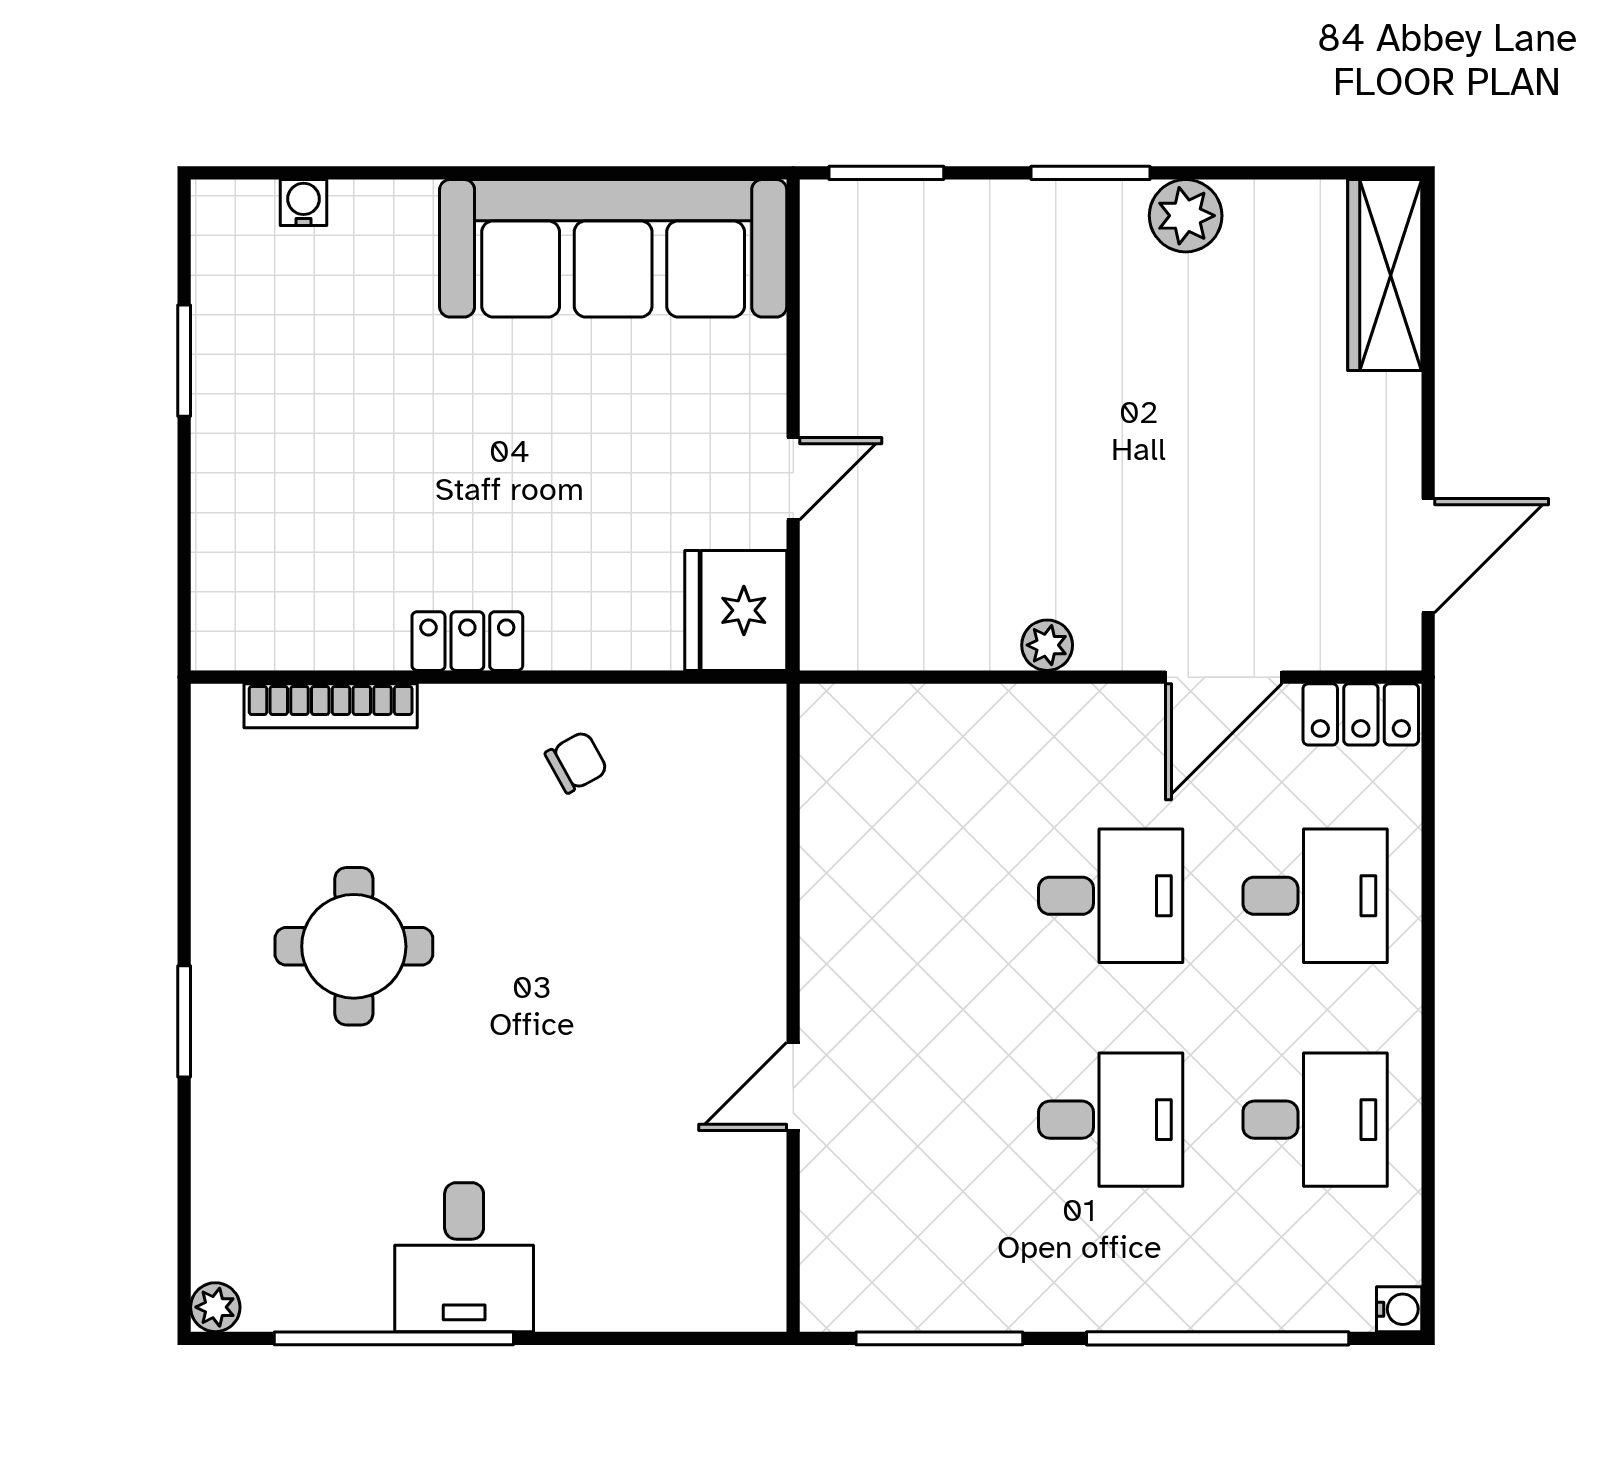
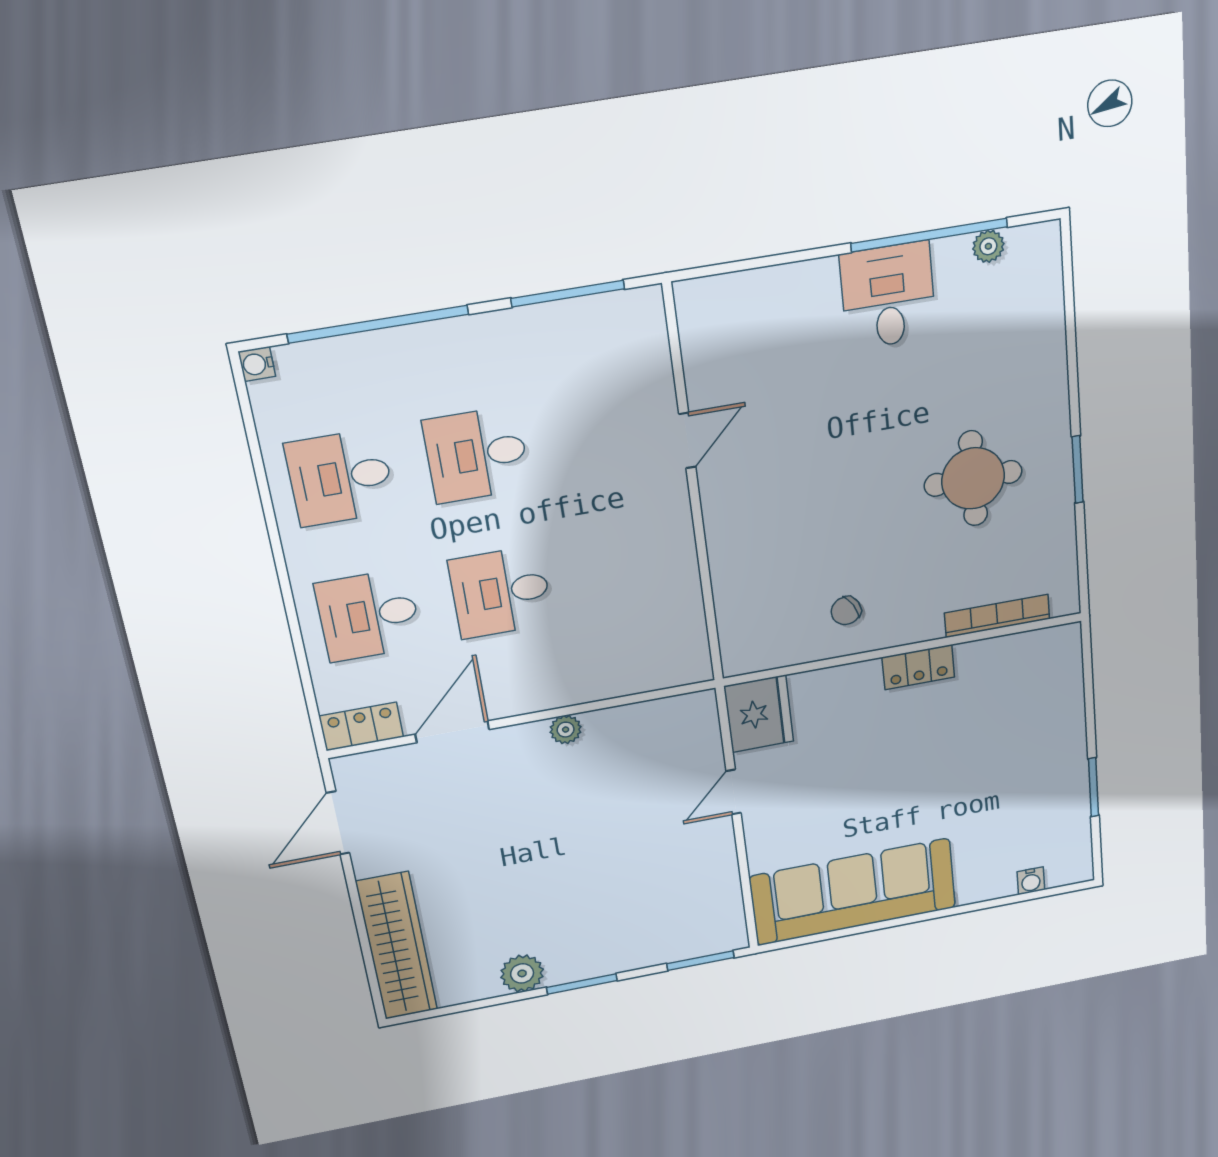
wardrobe: (1385, 275) -> (397, 946), width x1.40, depth x1.17
window: (184, 1021) -> (1078, 469), moved
plant: (215, 1307) -> (988, 246), moved

